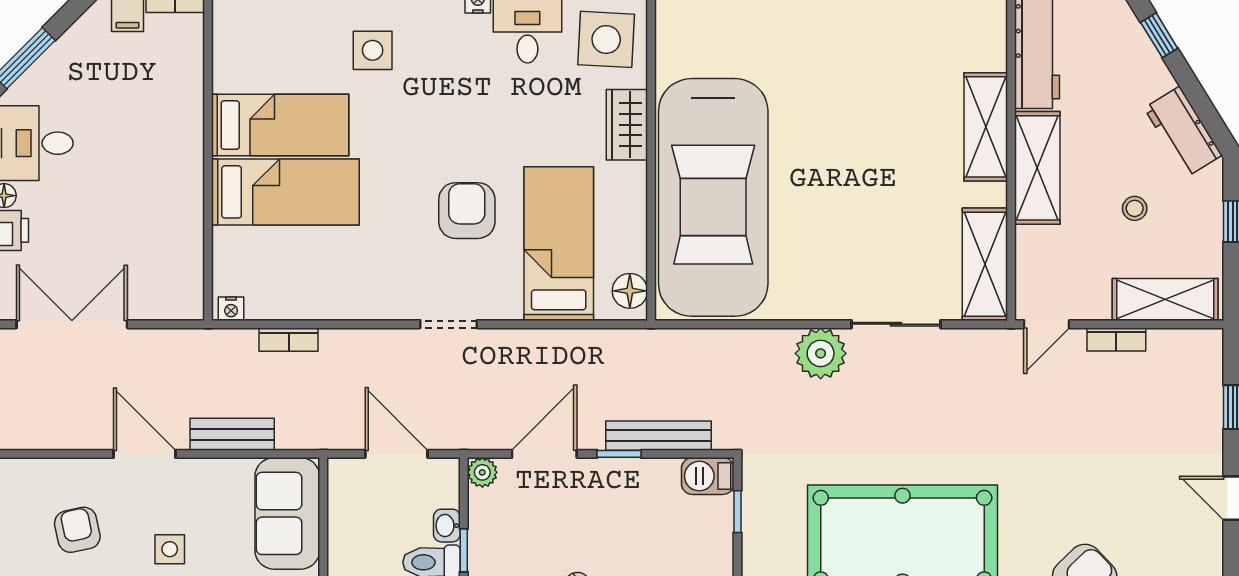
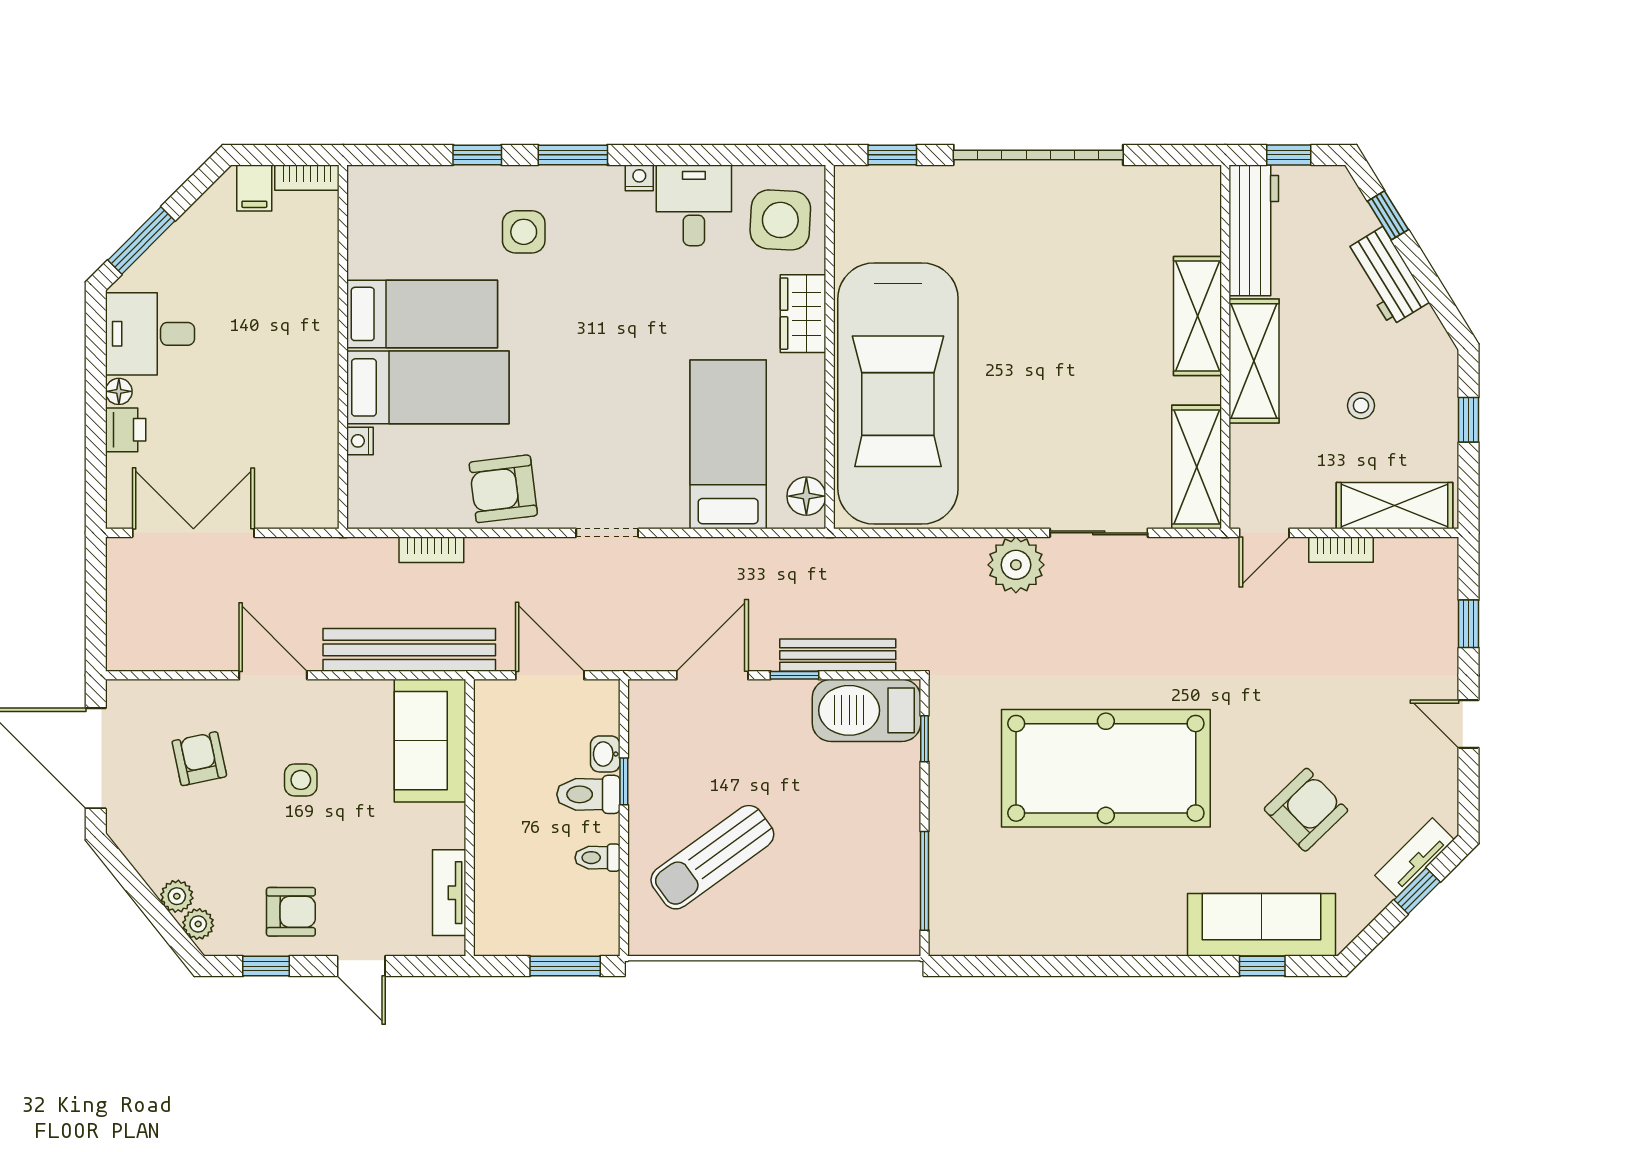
workbench: (1183, 132) -> (1387, 276), moved
armchair: (467, 211) -> (503, 489), moved, turned -97
nightstand: (231, 309) -> (360, 441), moved, turned 90
bench: (232, 434) -> (409, 650), width x1.86, depth x1.21
plant: (482, 472) -> (644, 696), removed
barbecue: (708, 476) -> (866, 710), width x1.88, depth x1.53

